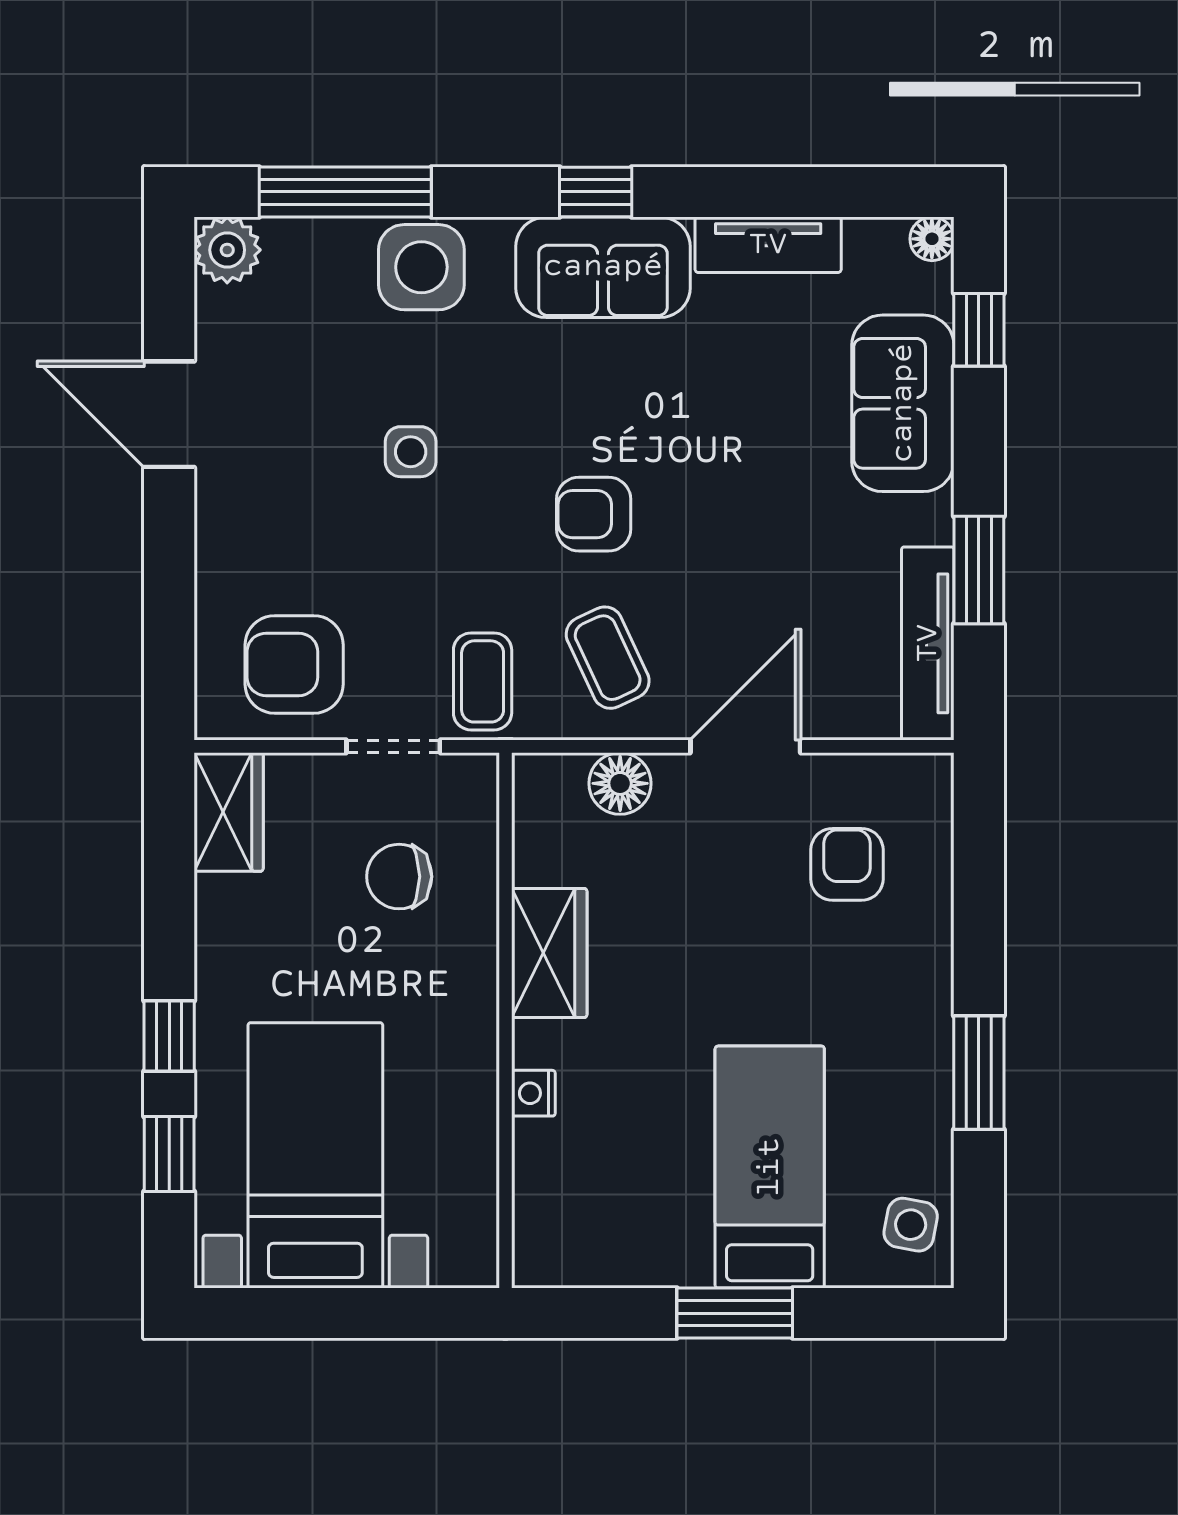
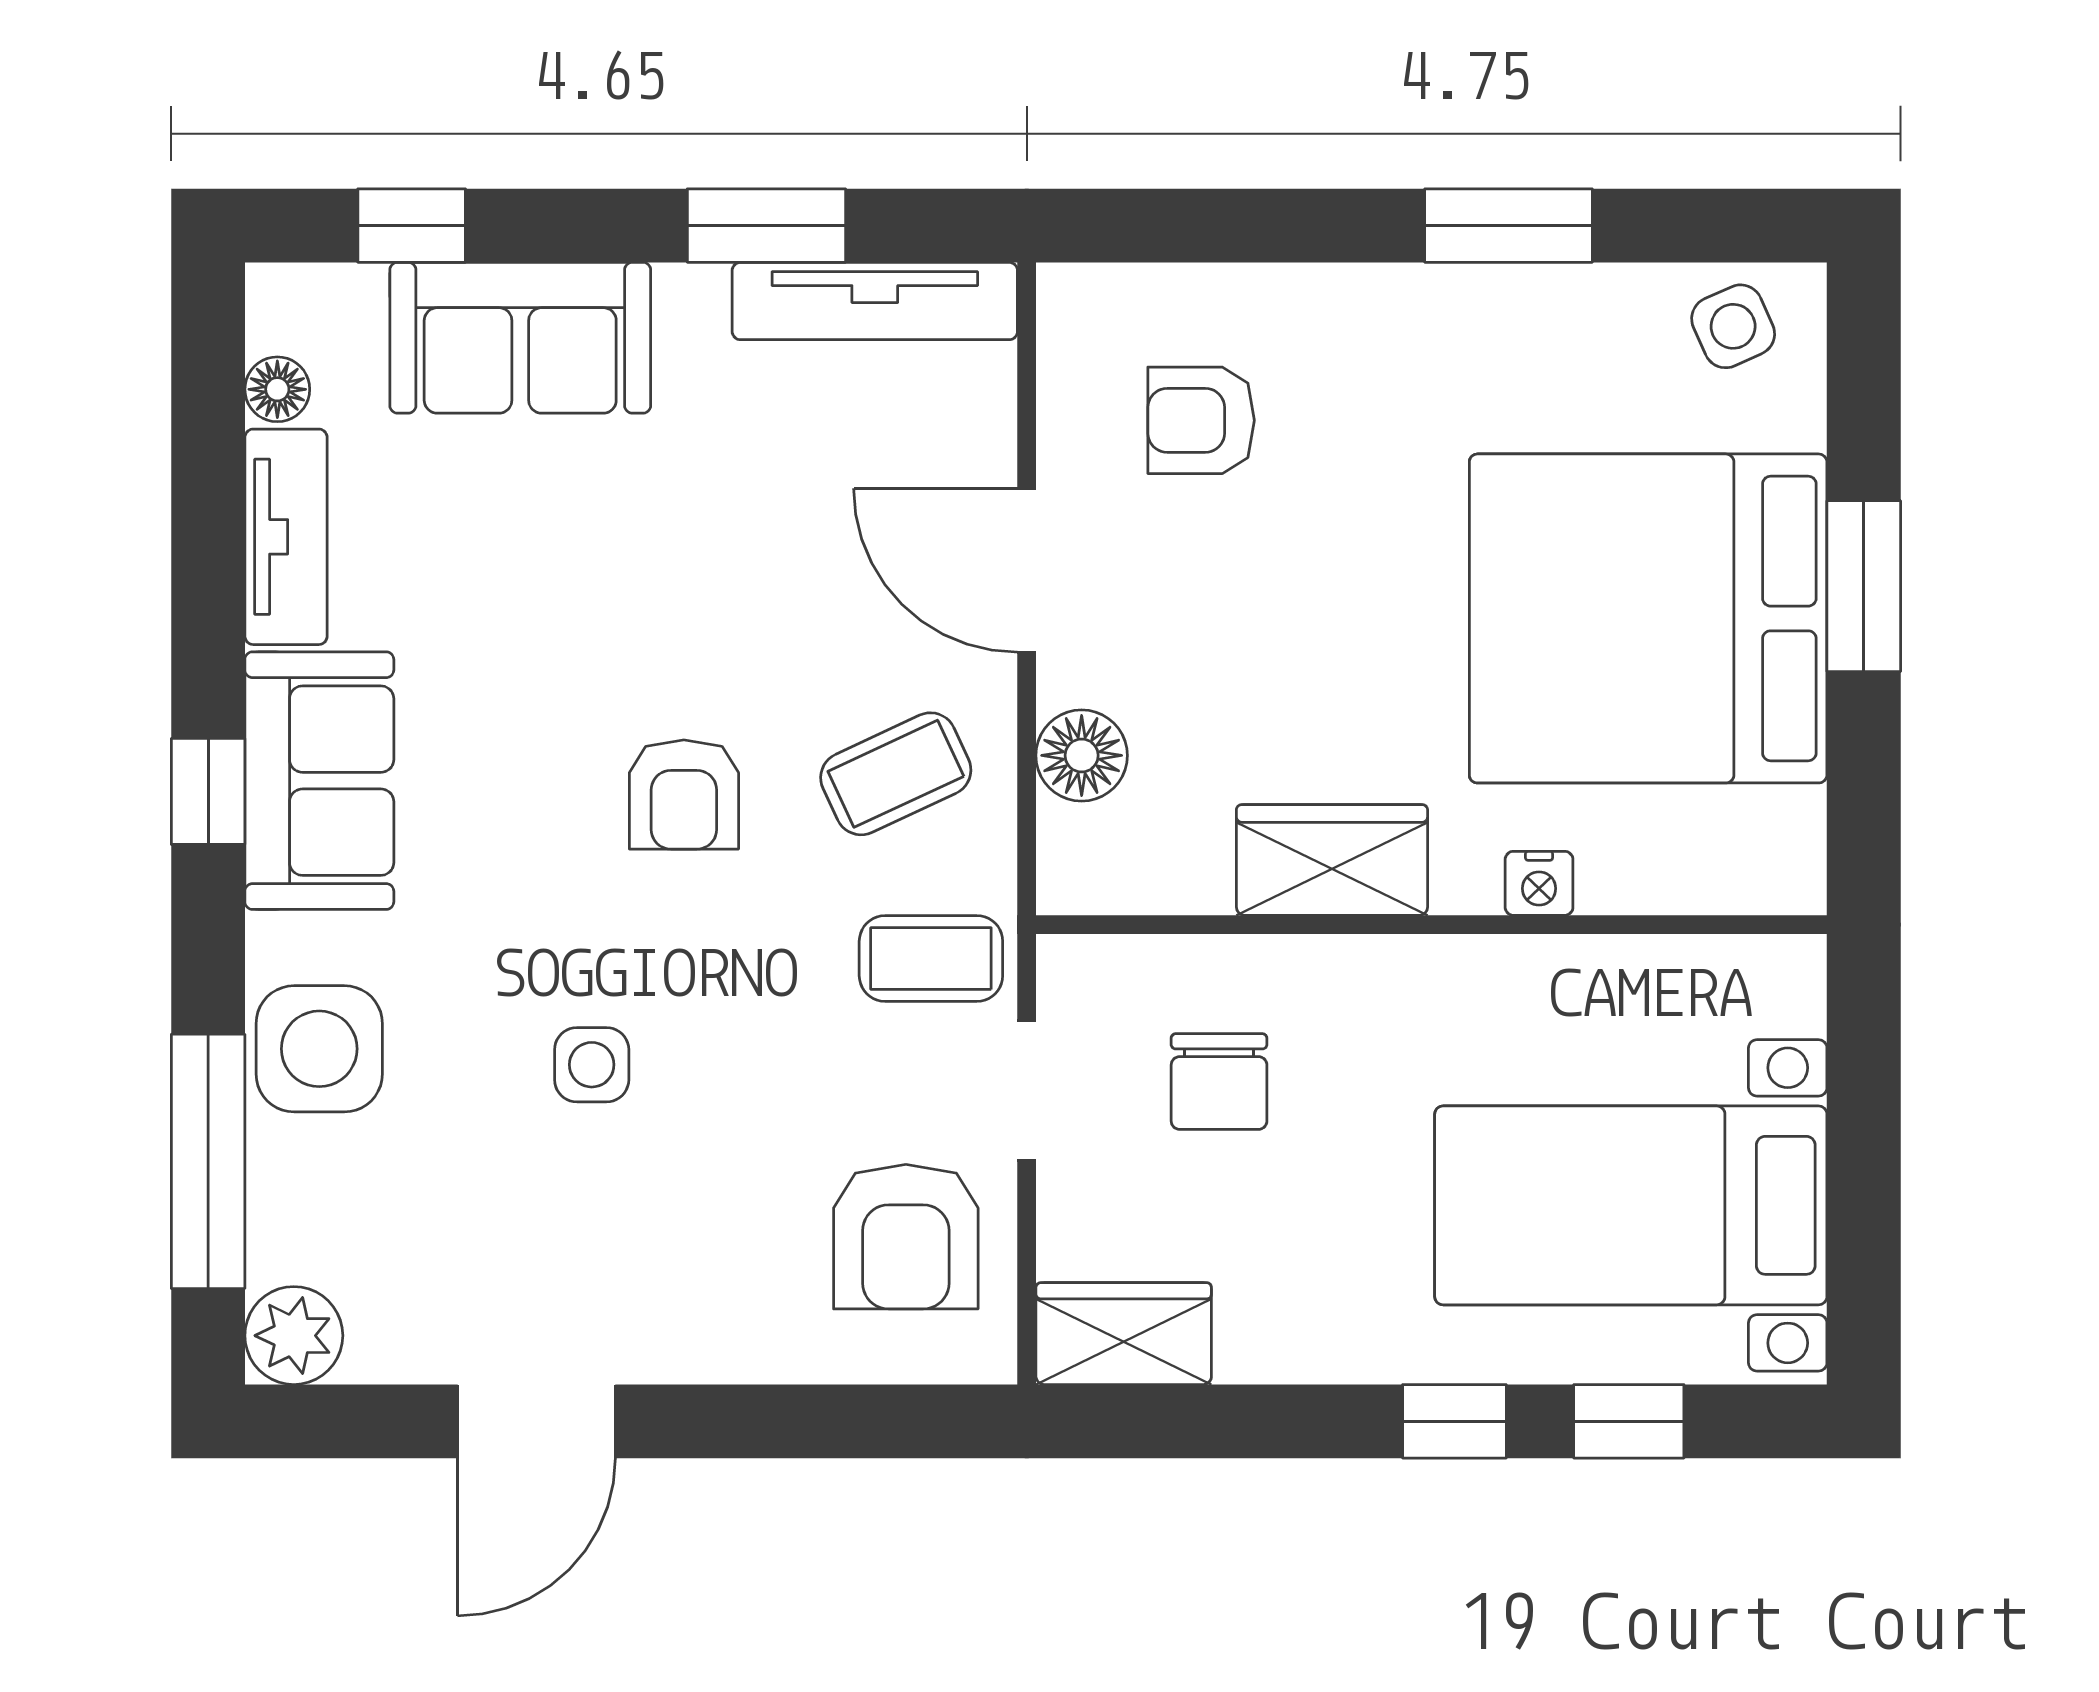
floor lamp: (932, 239) -> (277, 389), moved
bed: (770, 1167) -> (1648, 618), width x2.04
side table: (911, 1225) -> (1733, 326), turned -35

